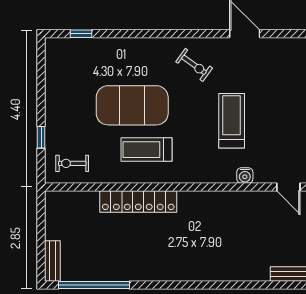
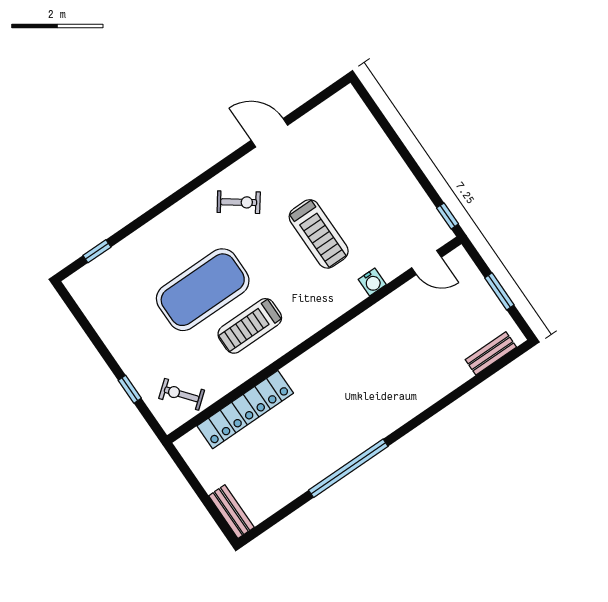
treadmill: (232, 121) -> (319, 234), turned 180
exercise bike: (72, 163) -> (182, 394), turned 51
locker: (138, 201) -> (245, 410), moved
window: (94, 285) -> (348, 468), moved

